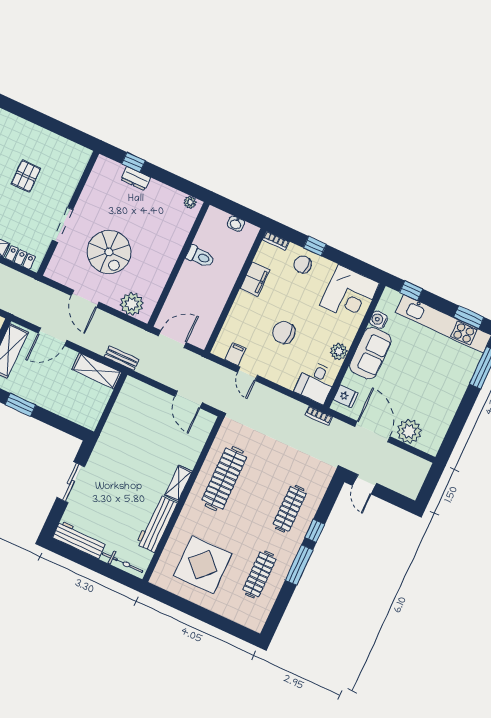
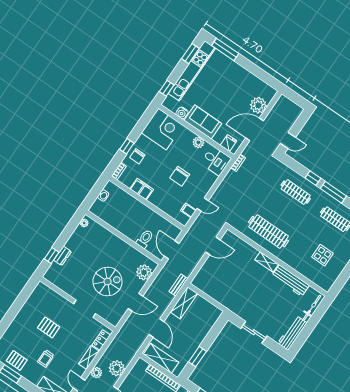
toilet: (200, 257) -> (145, 239), moved
display table: (203, 565) -> (323, 255), width x0.54, depth x0.54

